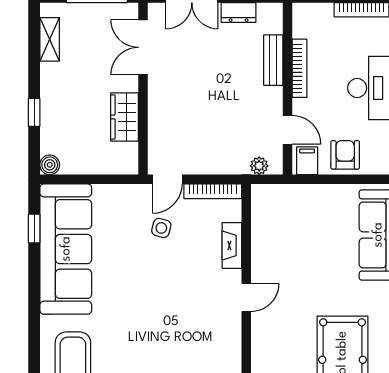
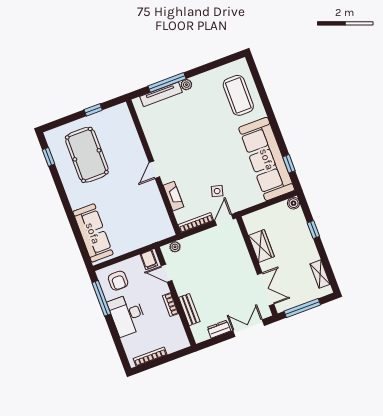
bookcase: (300, 68) -> (171, 305), width x0.64
armchair: (345, 155) -> (118, 281), moved

